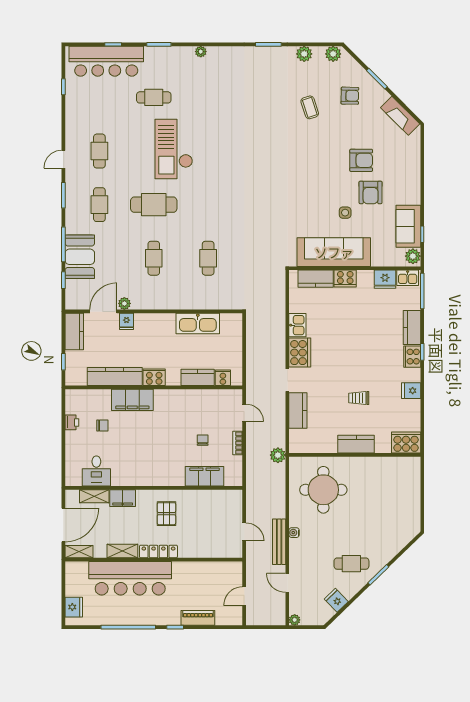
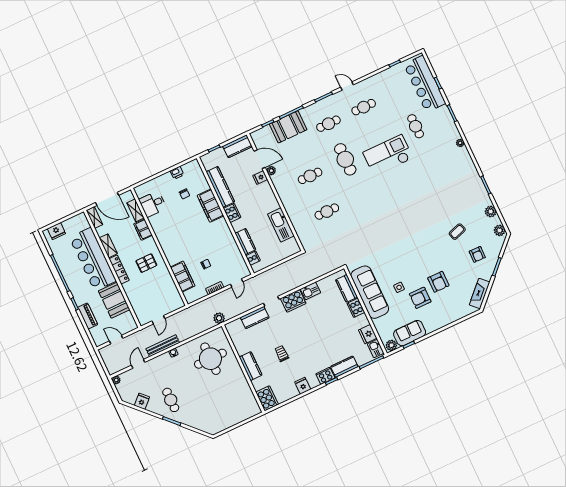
booth: (194, 576) -> (114, 300), added

